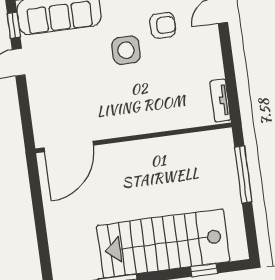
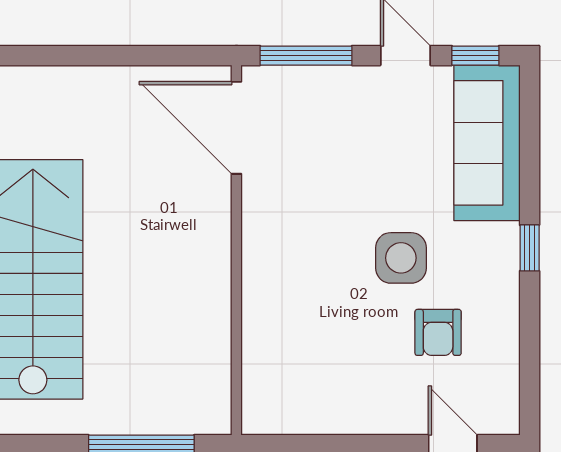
tv unit: (220, 101) -> (284, 420), removed
window: (26, 115) -> (306, 56), added

